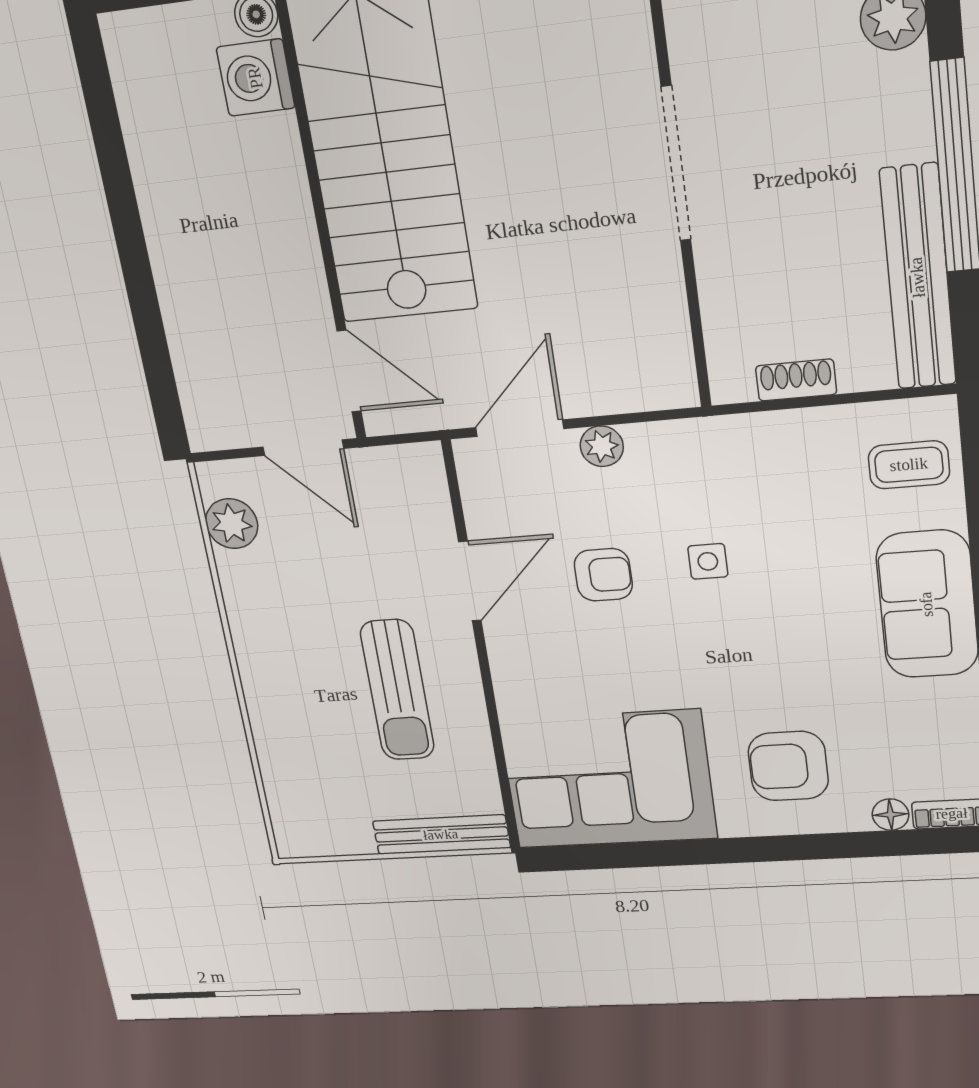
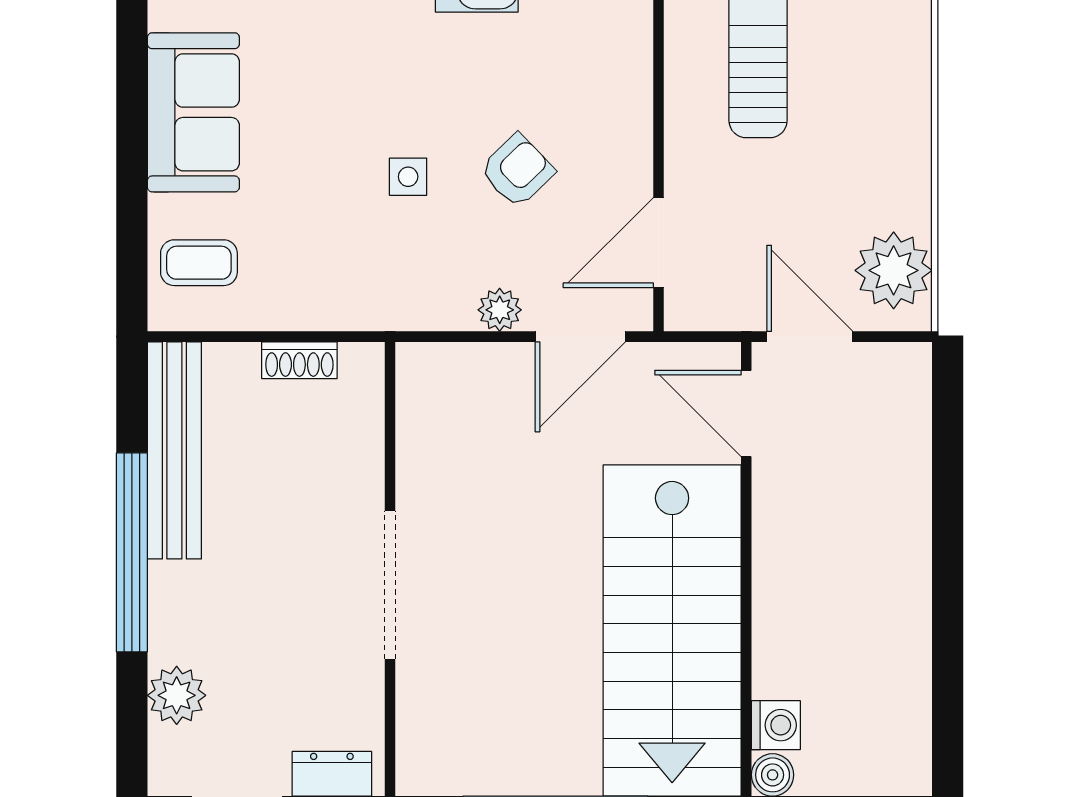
washing machine: (256, 78) -> (776, 725), width x0.73, depth x0.73
plant: (232, 524) -> (894, 270), width x1.36, depth x1.36
armchair: (603, 575) -> (517, 171), turned 136
door: (470, 581) -> (658, 243), moved

